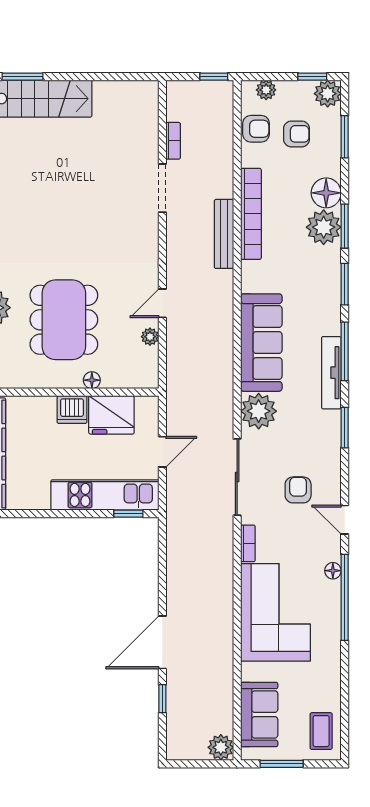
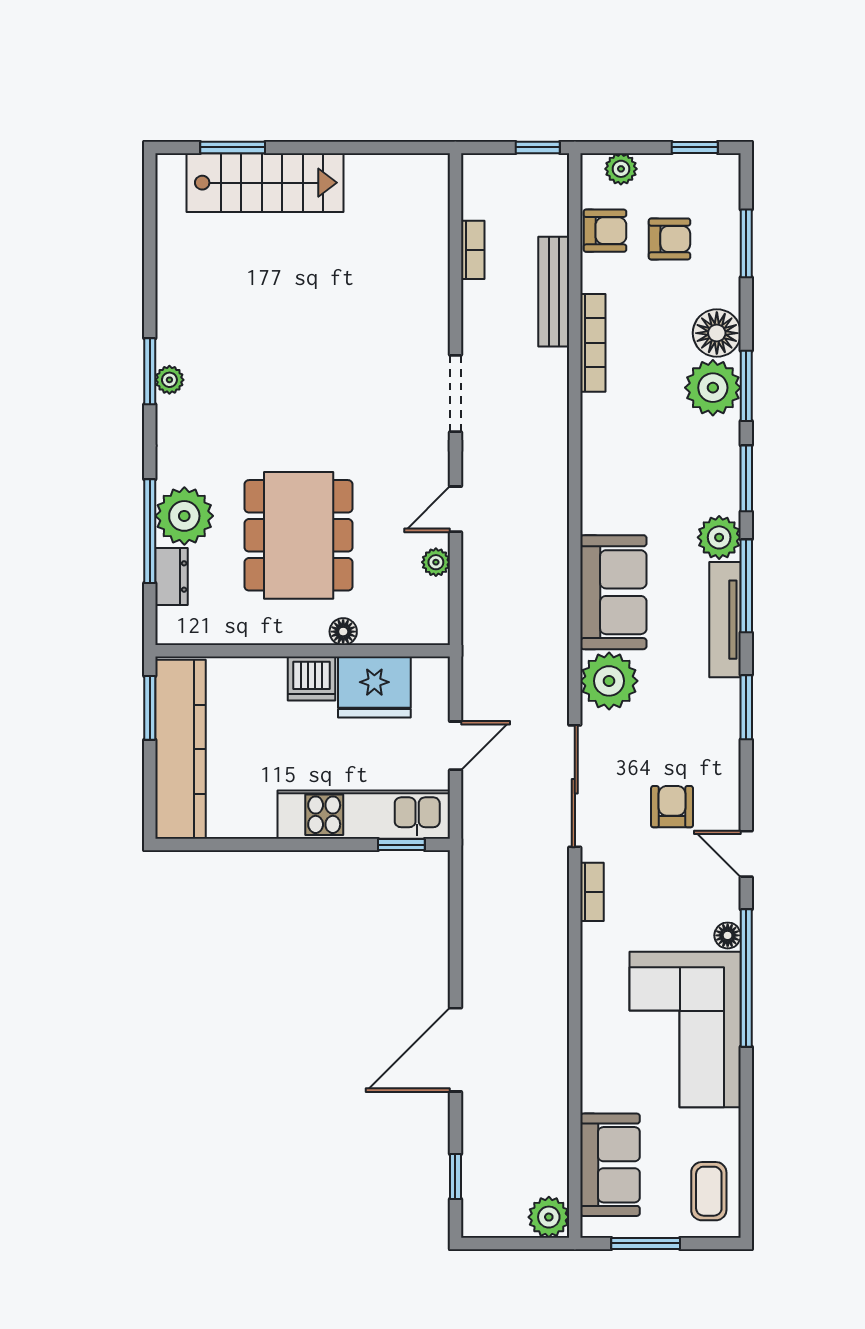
plant: (328, 94) -> (719, 537), moved
doorway: (162, 188) -> (455, 394), moved
bookcase: (251, 214) -> (593, 343), width x0.68, depth x0.76
bench: (224, 234) -> (554, 292), moved
sofa: (261, 343) -> (613, 592), width x0.73
corner sofa: (275, 612) -> (685, 1029), moved, turned 180
window: (162, 699) -> (455, 1177), moved

